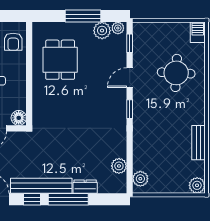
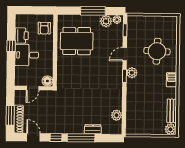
barbecue: (198, 32) -> (172, 80), moved
dining table: (60, 60) -> (77, 41), width x1.38
bench: (198, 143) -> (172, 111), moved
plant: (140, 179) -> (132, 73), moved
bench: (41, 186) -> (63, 128), removed

